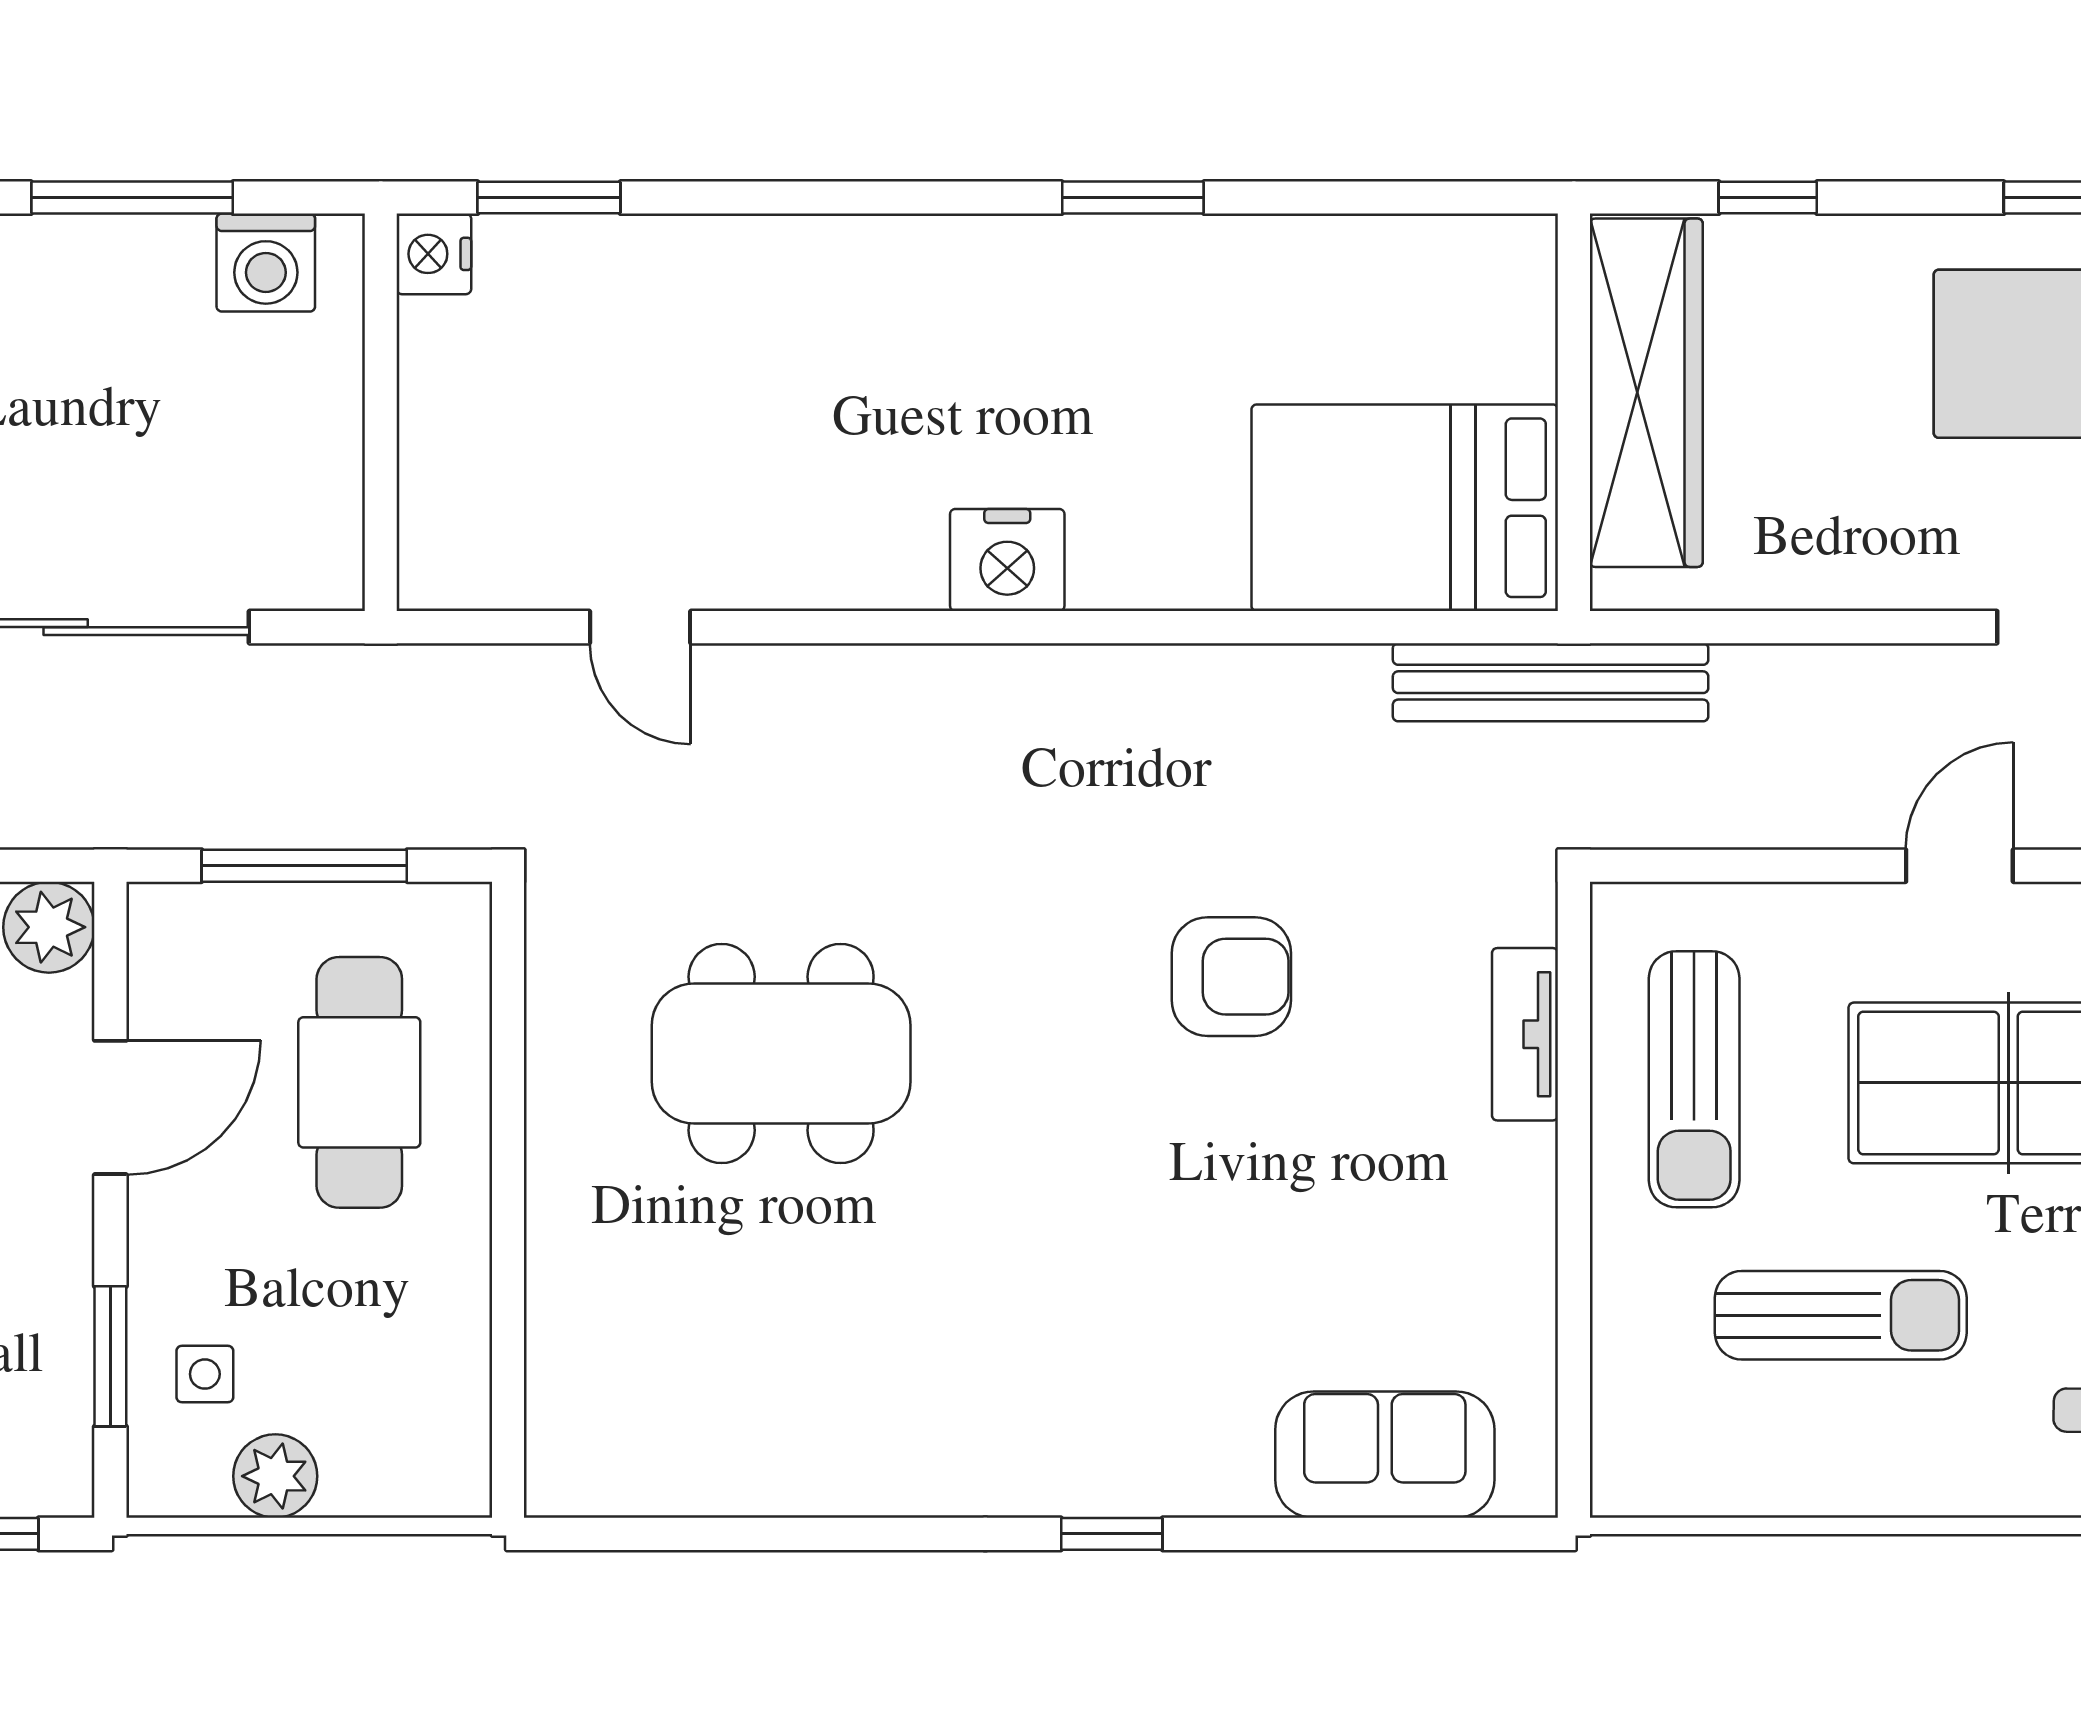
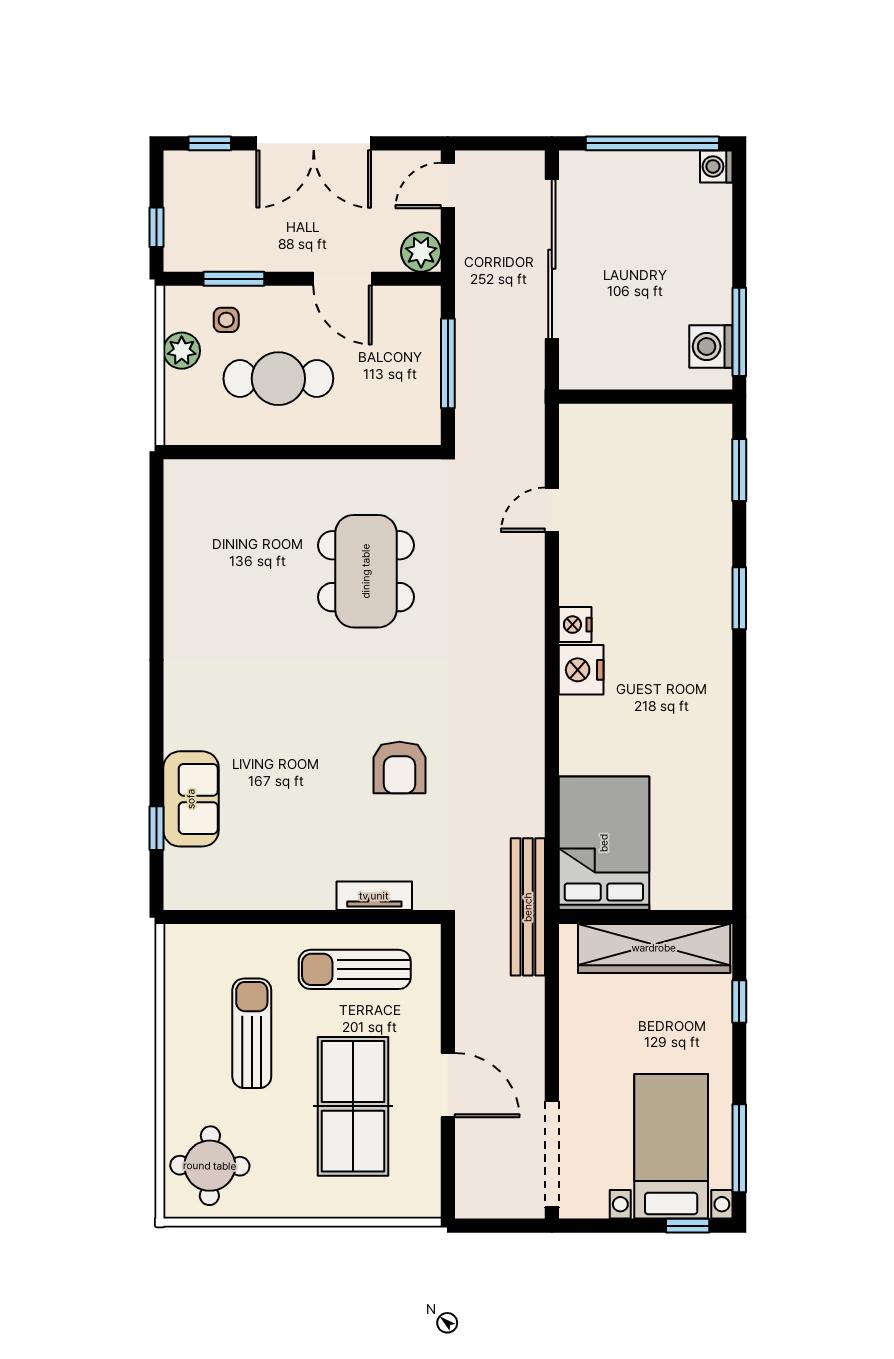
window: (132, 198) -> (739, 332), moved
window: (1133, 198) -> (739, 598), moved
nightstand: (434, 254) -> (575, 625), moved, turned -90
door: (1959, 866) -> (448, 1085), width x1.38
cafe table: (359, 1082) -> (278, 379), moved
sun lounger: (1841, 1315) -> (252, 1033), turned 180
sofa: (1385, 1455) -> (191, 799), moved
window: (1112, 1534) -> (156, 828), moved

